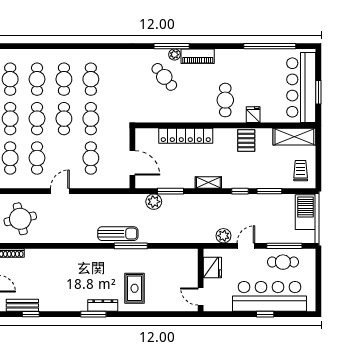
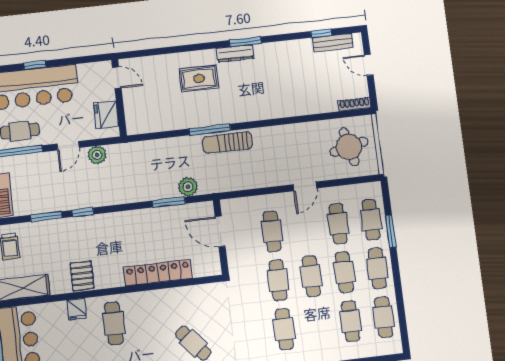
cafe table: (64, 79) -> (317, 325), removed
shelving: (208, 182) -> (123, 218), removed
rug: (135, 288) -> (199, 79), turned 90

